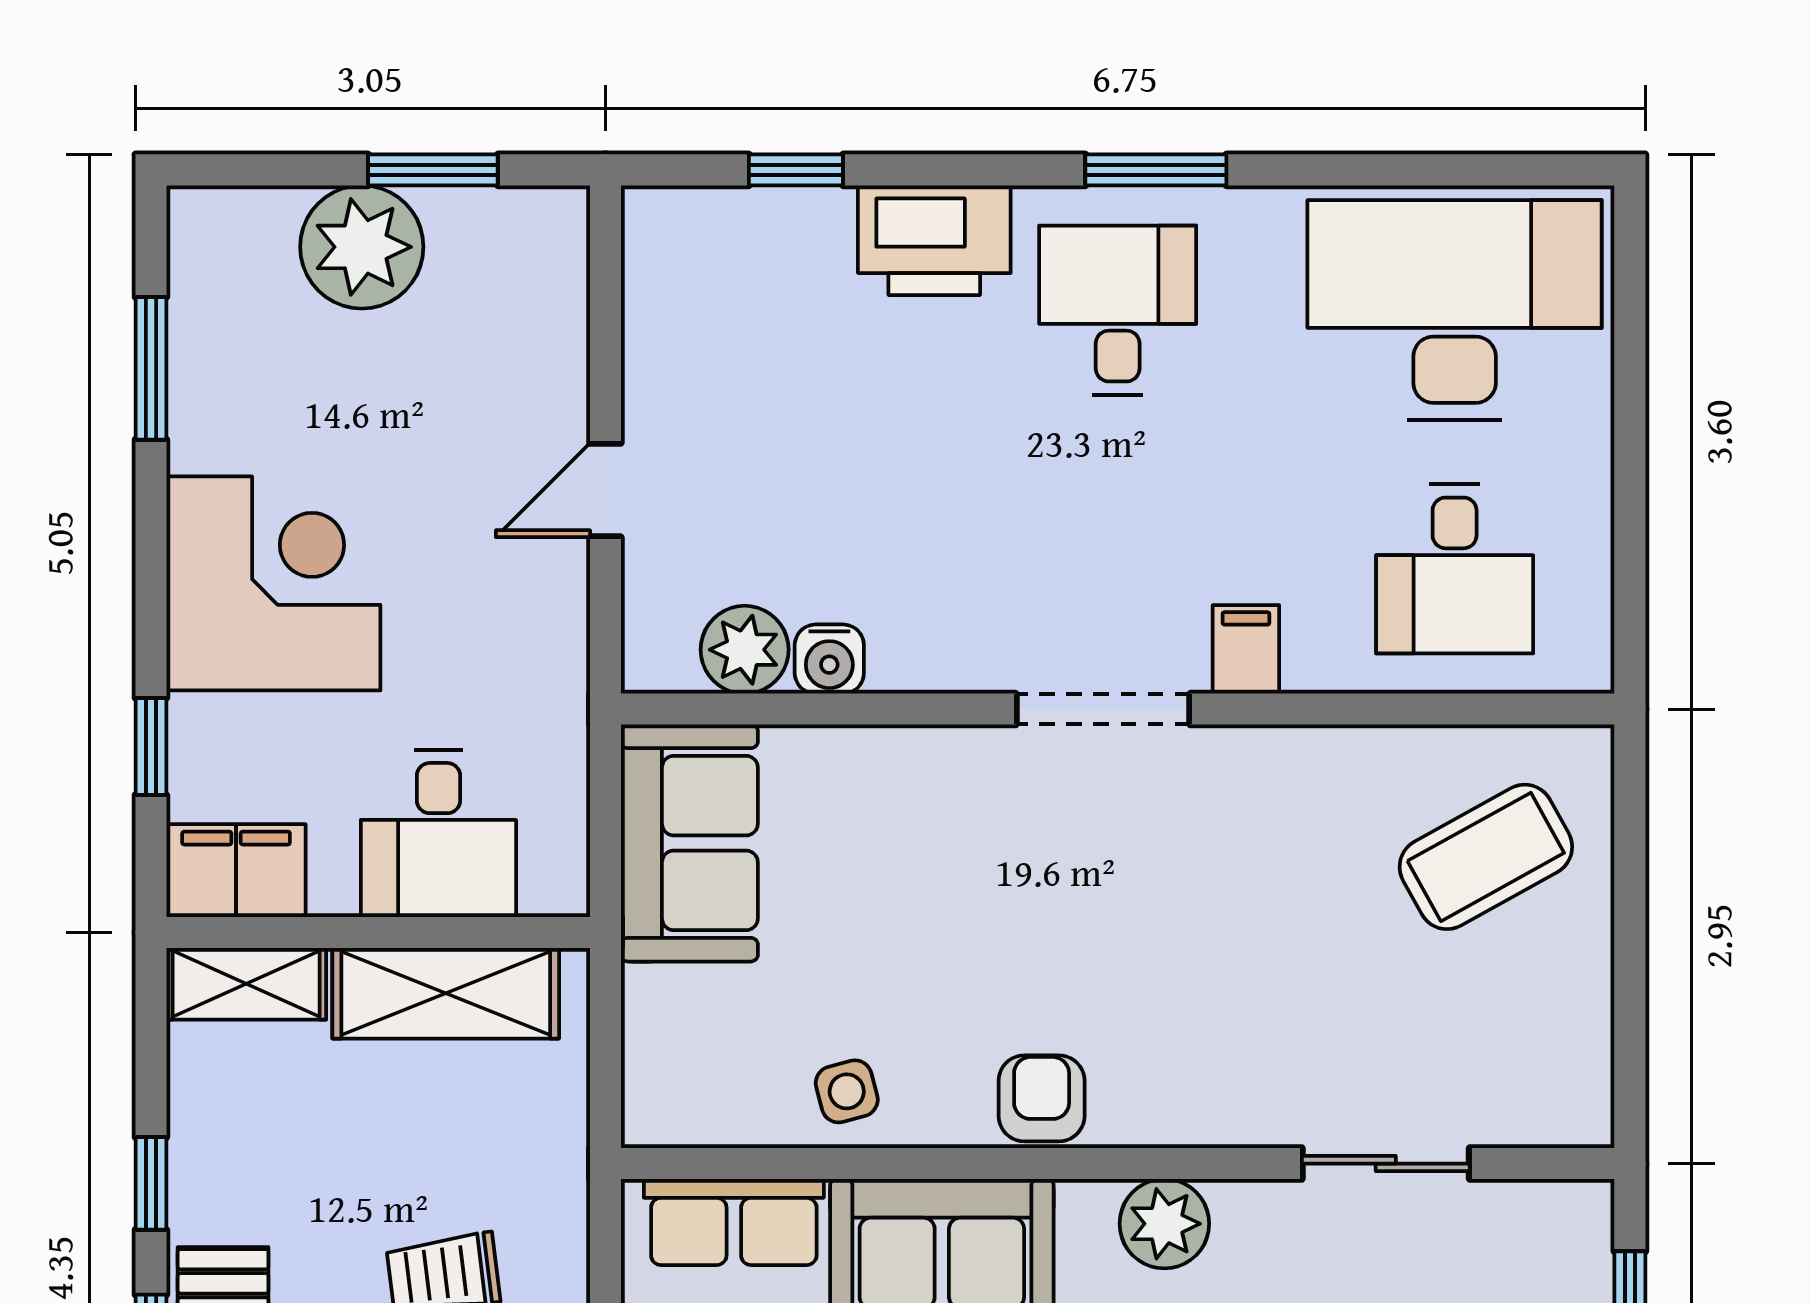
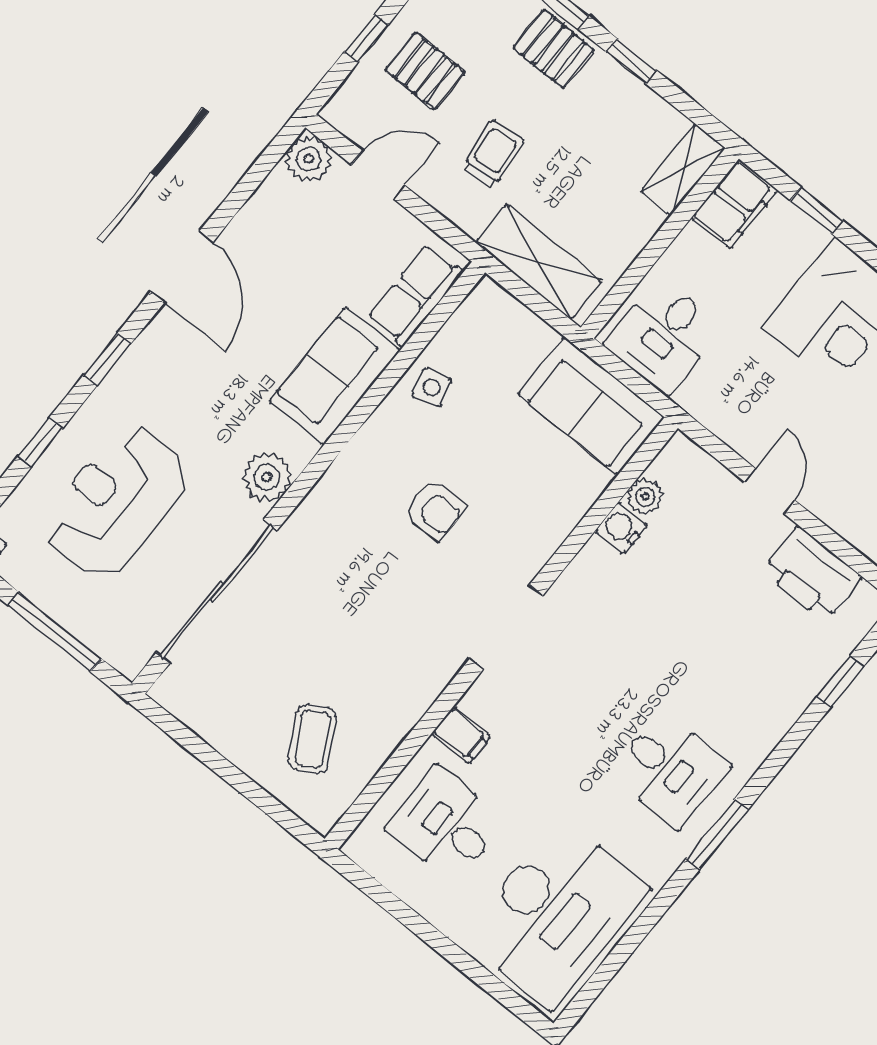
printer: (934, 240) -> (812, 574), moved, turned -90
filing cabinet: (1246, 649) -> (461, 735), moved
plant: (745, 650) -> (645, 496), width x0.73, depth x0.73
desk: (438, 833) -> (663, 336), moved, turned -90
coffee table: (1486, 857) -> (312, 739), width x0.73, depth x0.77
shelving: (446, 993) -> (539, 262), moved, turned 90
armchair: (1042, 1098) -> (435, 510), moved
sliding door: (1386, 1164) -> (217, 592), width x1.86

